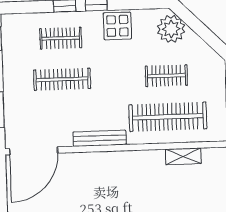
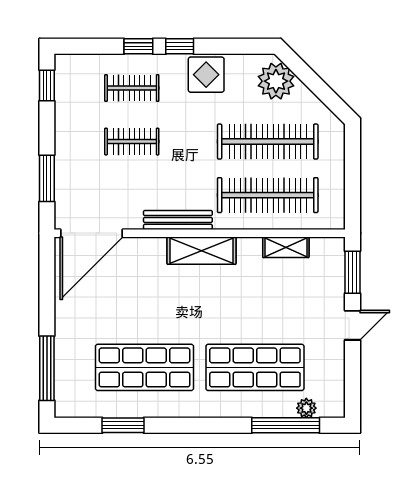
clothes rail: (166, 76) -> (268, 142), width x1.86, depth x1.31
clothes rail: (62, 79) -> (132, 142), width x0.73
shelving: (119, 161) -> (202, 251), added

